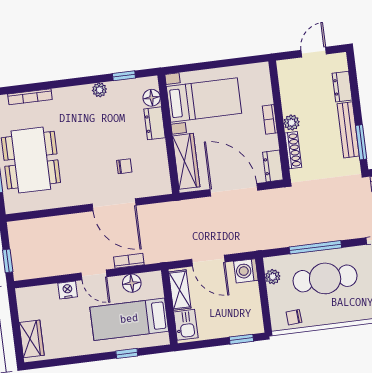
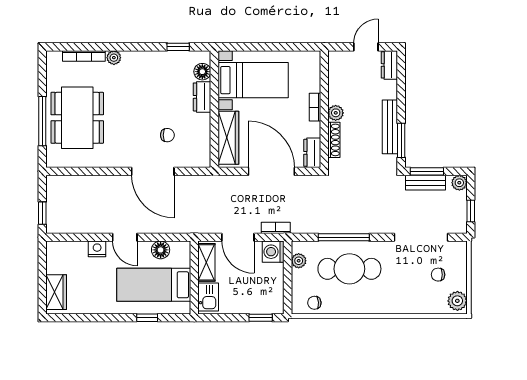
dresser: (342, 87) -> (389, 65), moved
plant: (99, 90) -> (114, 58), moved
bookcase: (129, 261) -> (276, 228), moved

